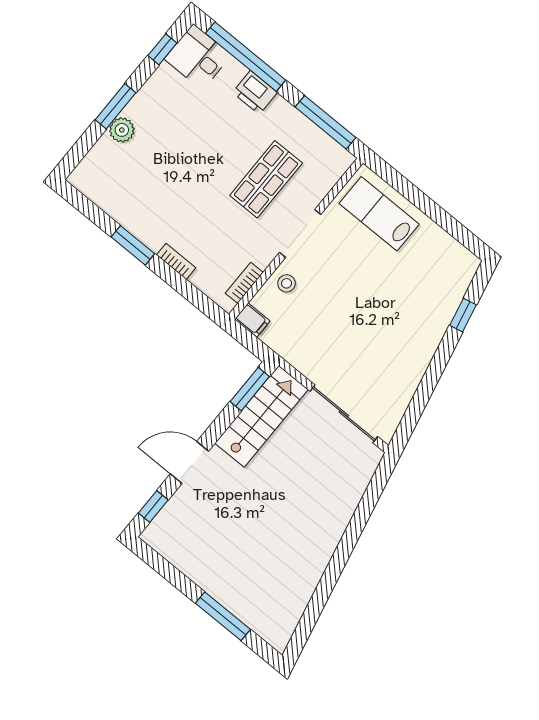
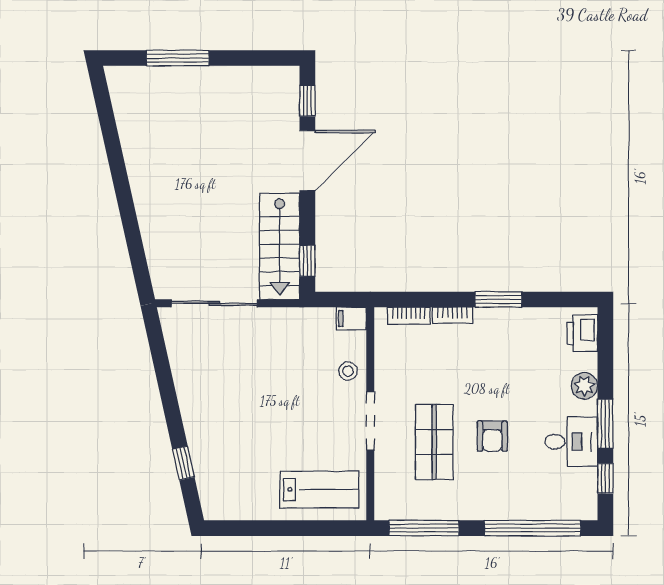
desk: (198, 57) -> (571, 442), moved
printer: (255, 93) -> (582, 333), moved, turned -90
window: (116, 106) -> (605, 424), moved
armchair: (220, 149) -> (492, 436), added
bookcase: (244, 283) -> (409, 316), moved, turned 90
window: (250, 389) -> (307, 261), width x0.67
door: (189, 463) -> (307, 161), width x1.36

